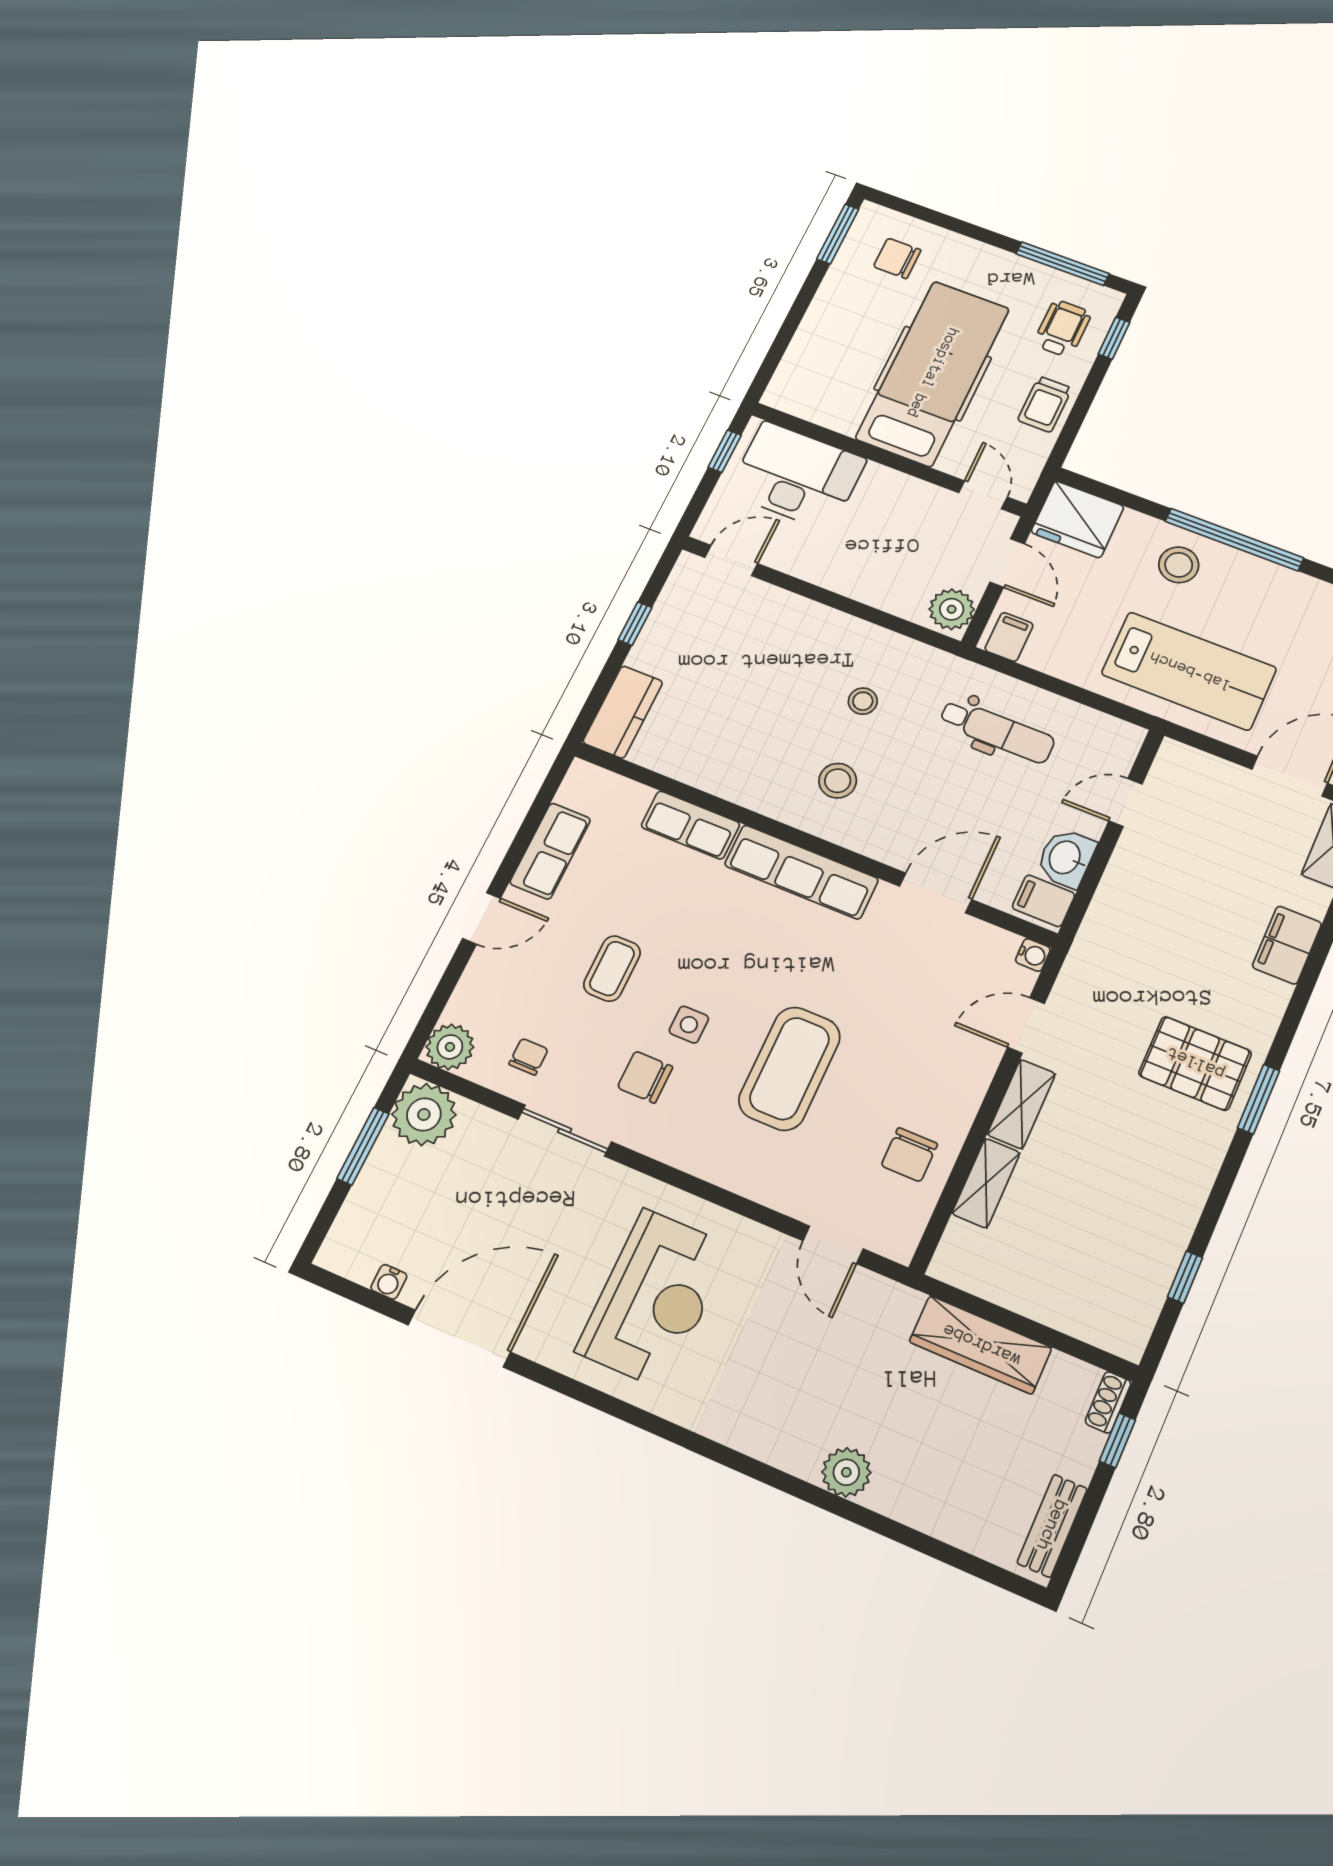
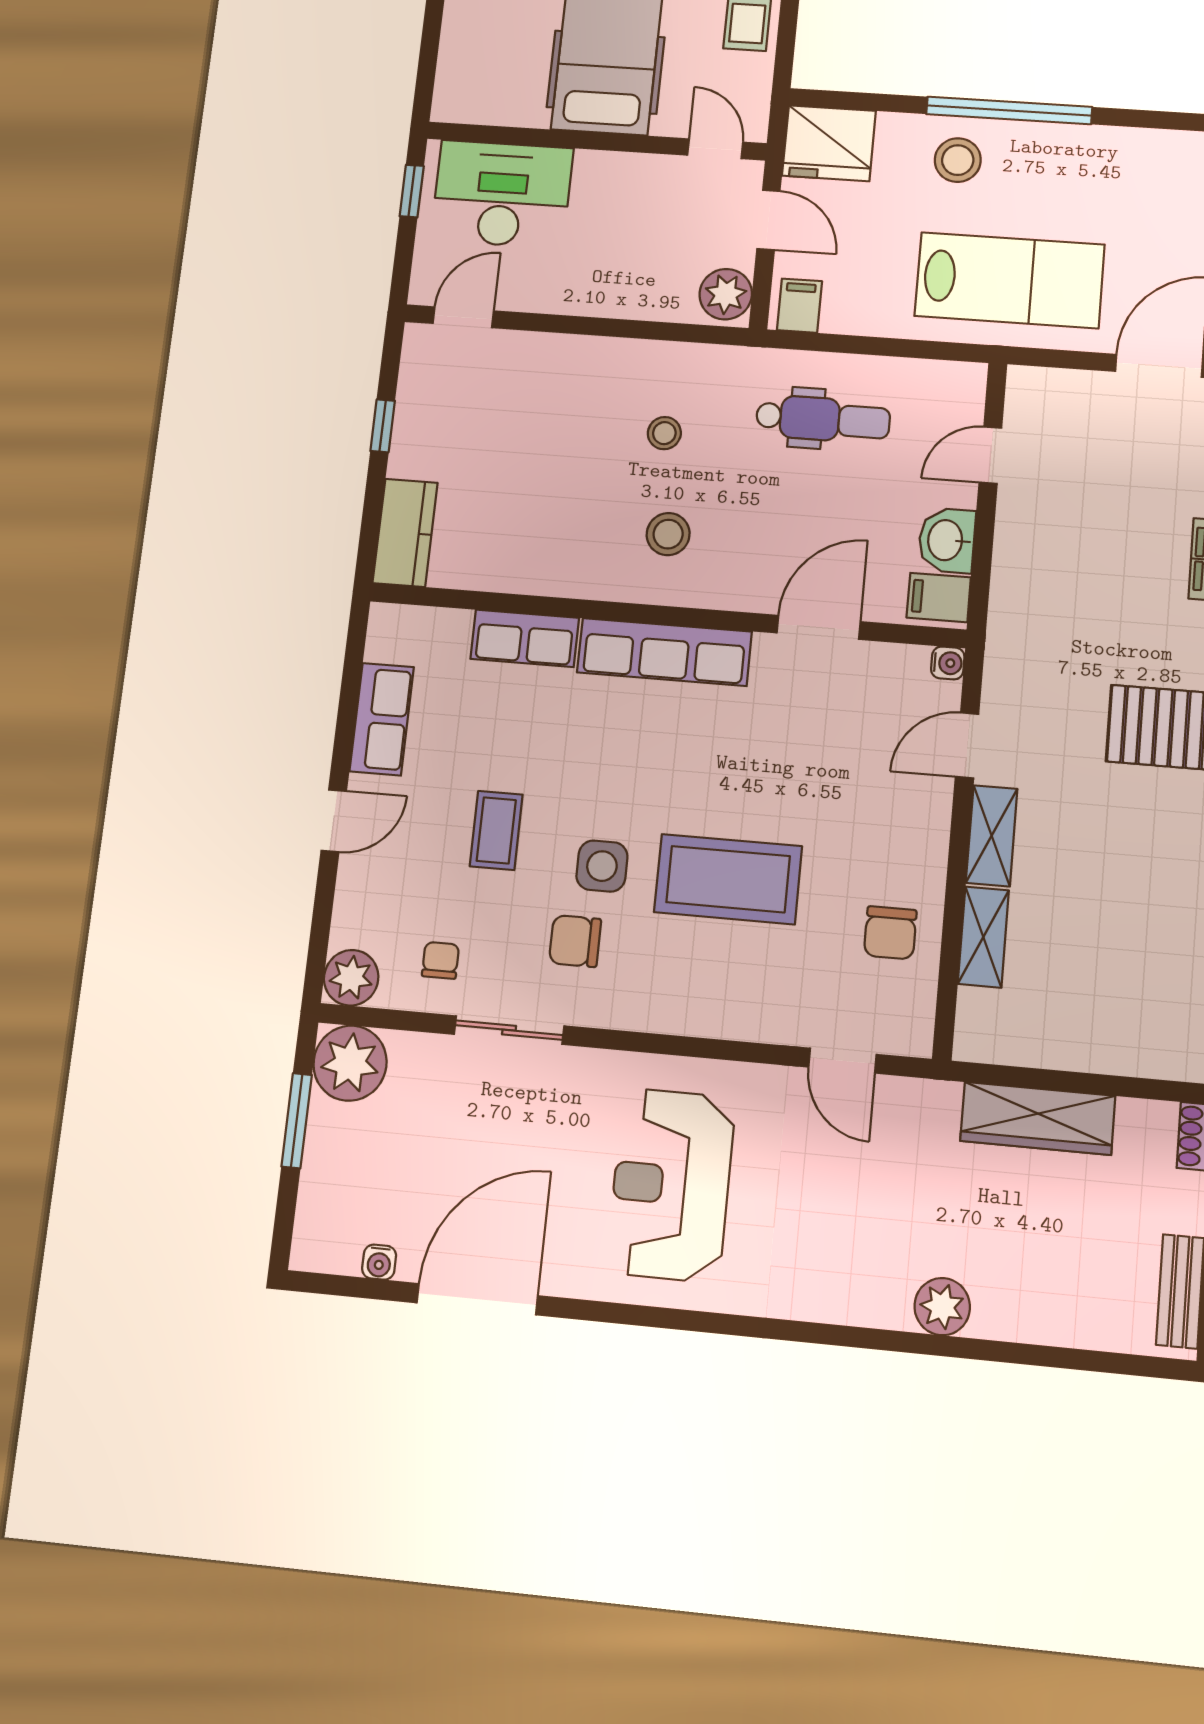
side table: (689, 1025) -> (602, 866), width x1.37, depth x1.37
coffee table: (790, 1068) -> (728, 879), turned 90
reception desk: (654, 1299) -> (671, 1185), turned 180

